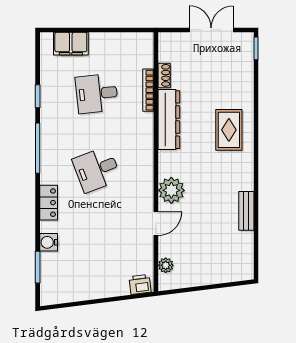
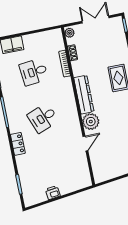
dresser: (169, 120) -> (84, 95), moved
water cooler: (49, 242) -> (23, 168), removed
plant: (166, 265) -> (69, 33), moved
printer: (140, 284) -> (53, 193), moved

